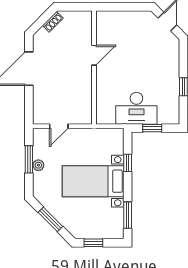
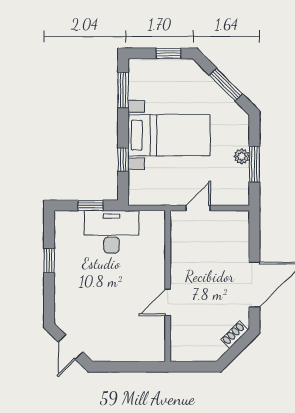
shoe rack: (53, 22) -> (234, 335), moved
door: (59, 126) -> (198, 208), moved

